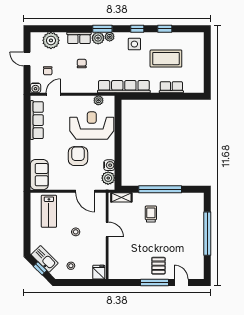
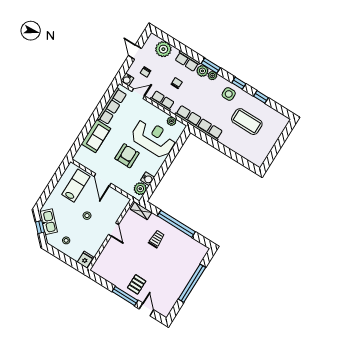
row of seats: (171, 87) -> (162, 101), moved
sofa: (39, 175) -> (96, 136), moved
door: (85, 191) -> (102, 180), moved
lab bench: (49, 211) -> (76, 186), turned 180

